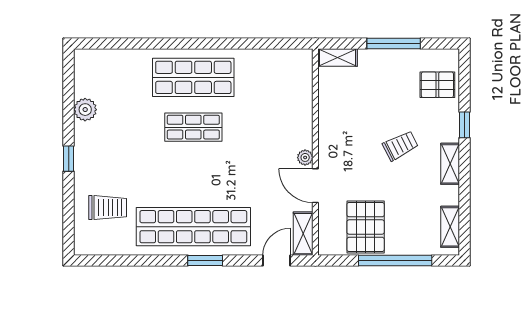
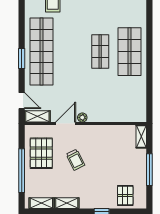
trolley: (400, 146) -> (75, 160), moved
shelving: (450, 164) -> (67, 203), moved
pallet: (366, 227) -> (41, 153), turned 90

